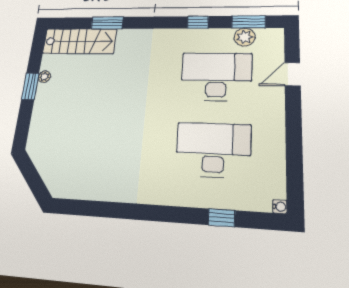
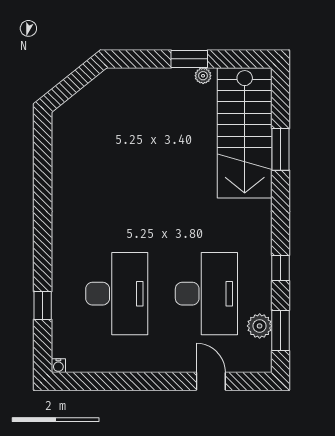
stairs: (79, 41) -> (245, 133), width x1.36, depth x1.51

